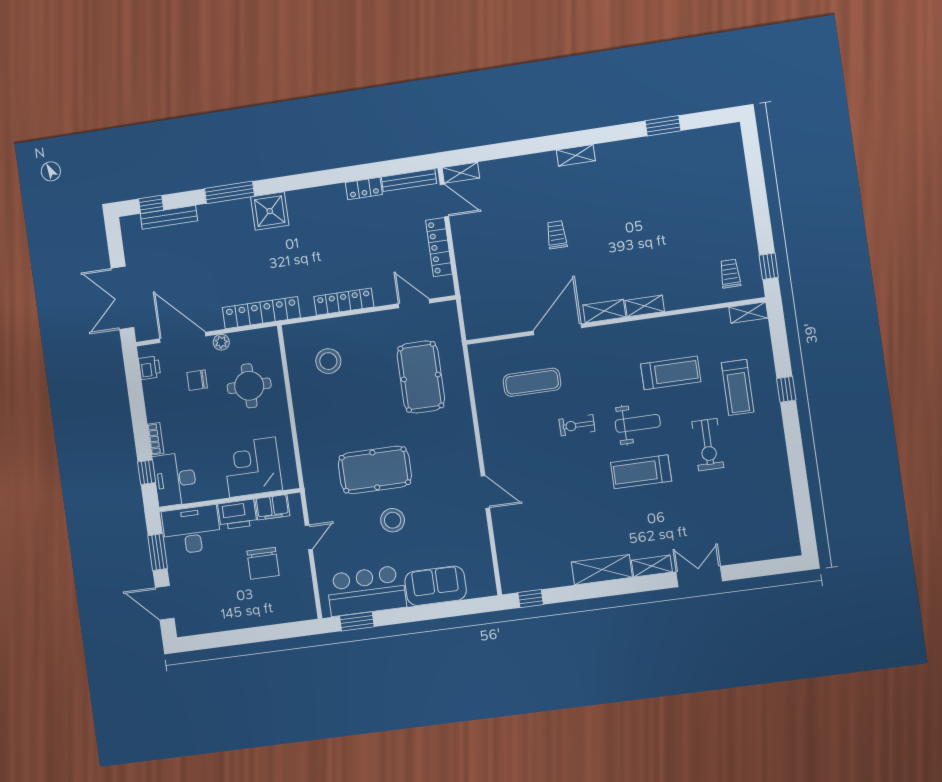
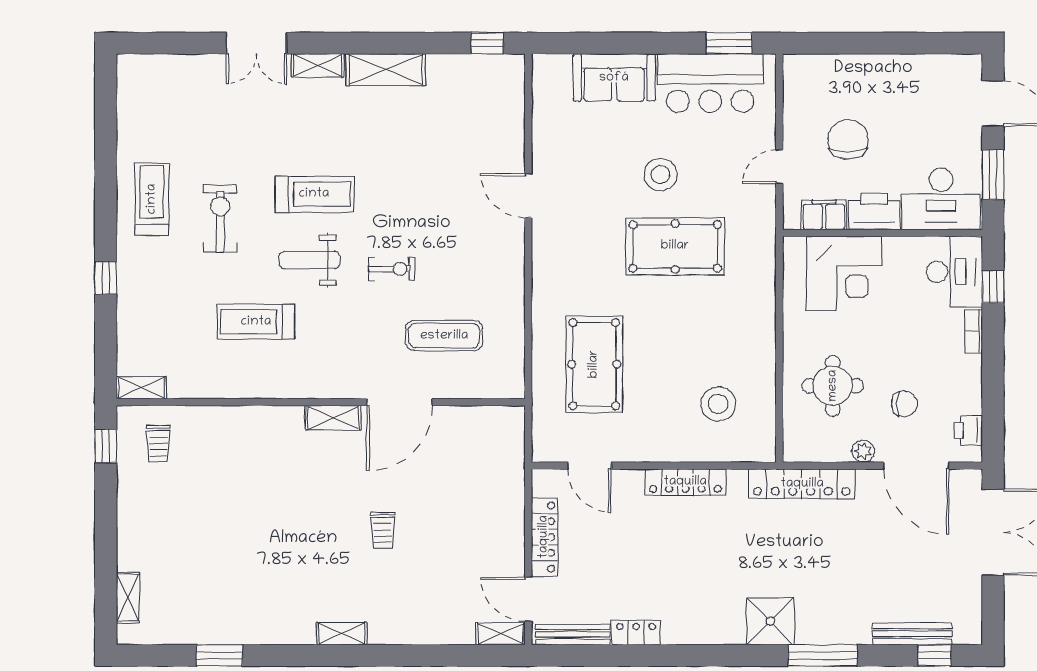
shelving: (645, 306) -> (128, 598), moved, turned 90
treadmill: (738, 387) -> (152, 199), moved

